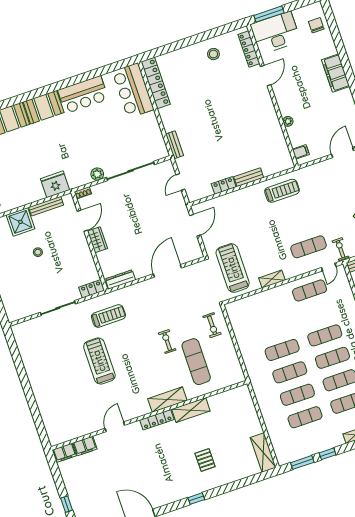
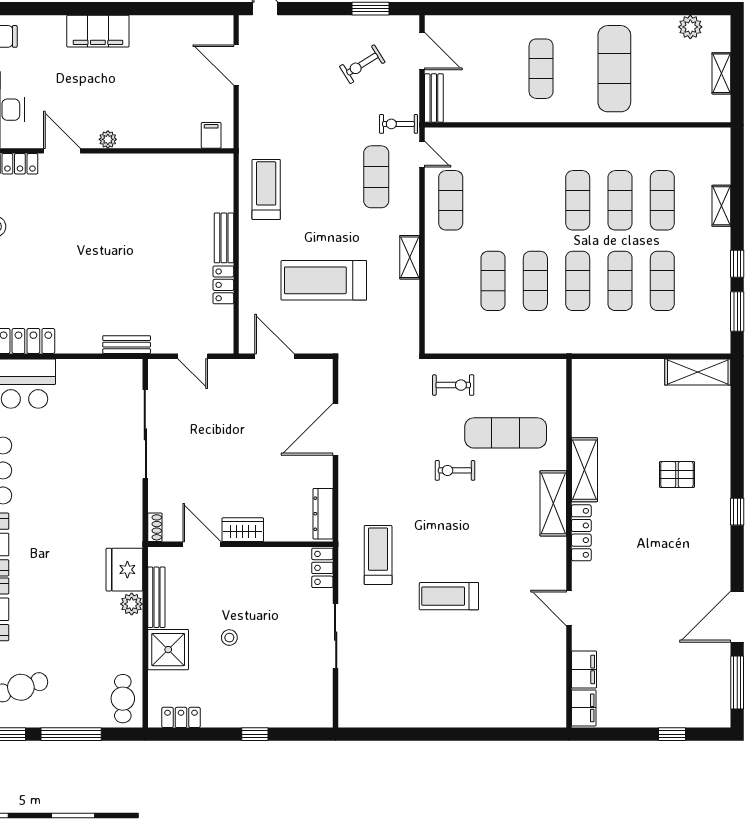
plant: (288, 121) -> (108, 139), moved
plant: (97, 174) -> (132, 604), moved
treadmill: (233, 268) -> (324, 280), moved
door: (167, 271) -> (336, 429), hinge flipped
exercise mat: (325, 335) -> (493, 281), moved
treadmill: (99, 361) -> (449, 596), width x0.73, depth x0.73

